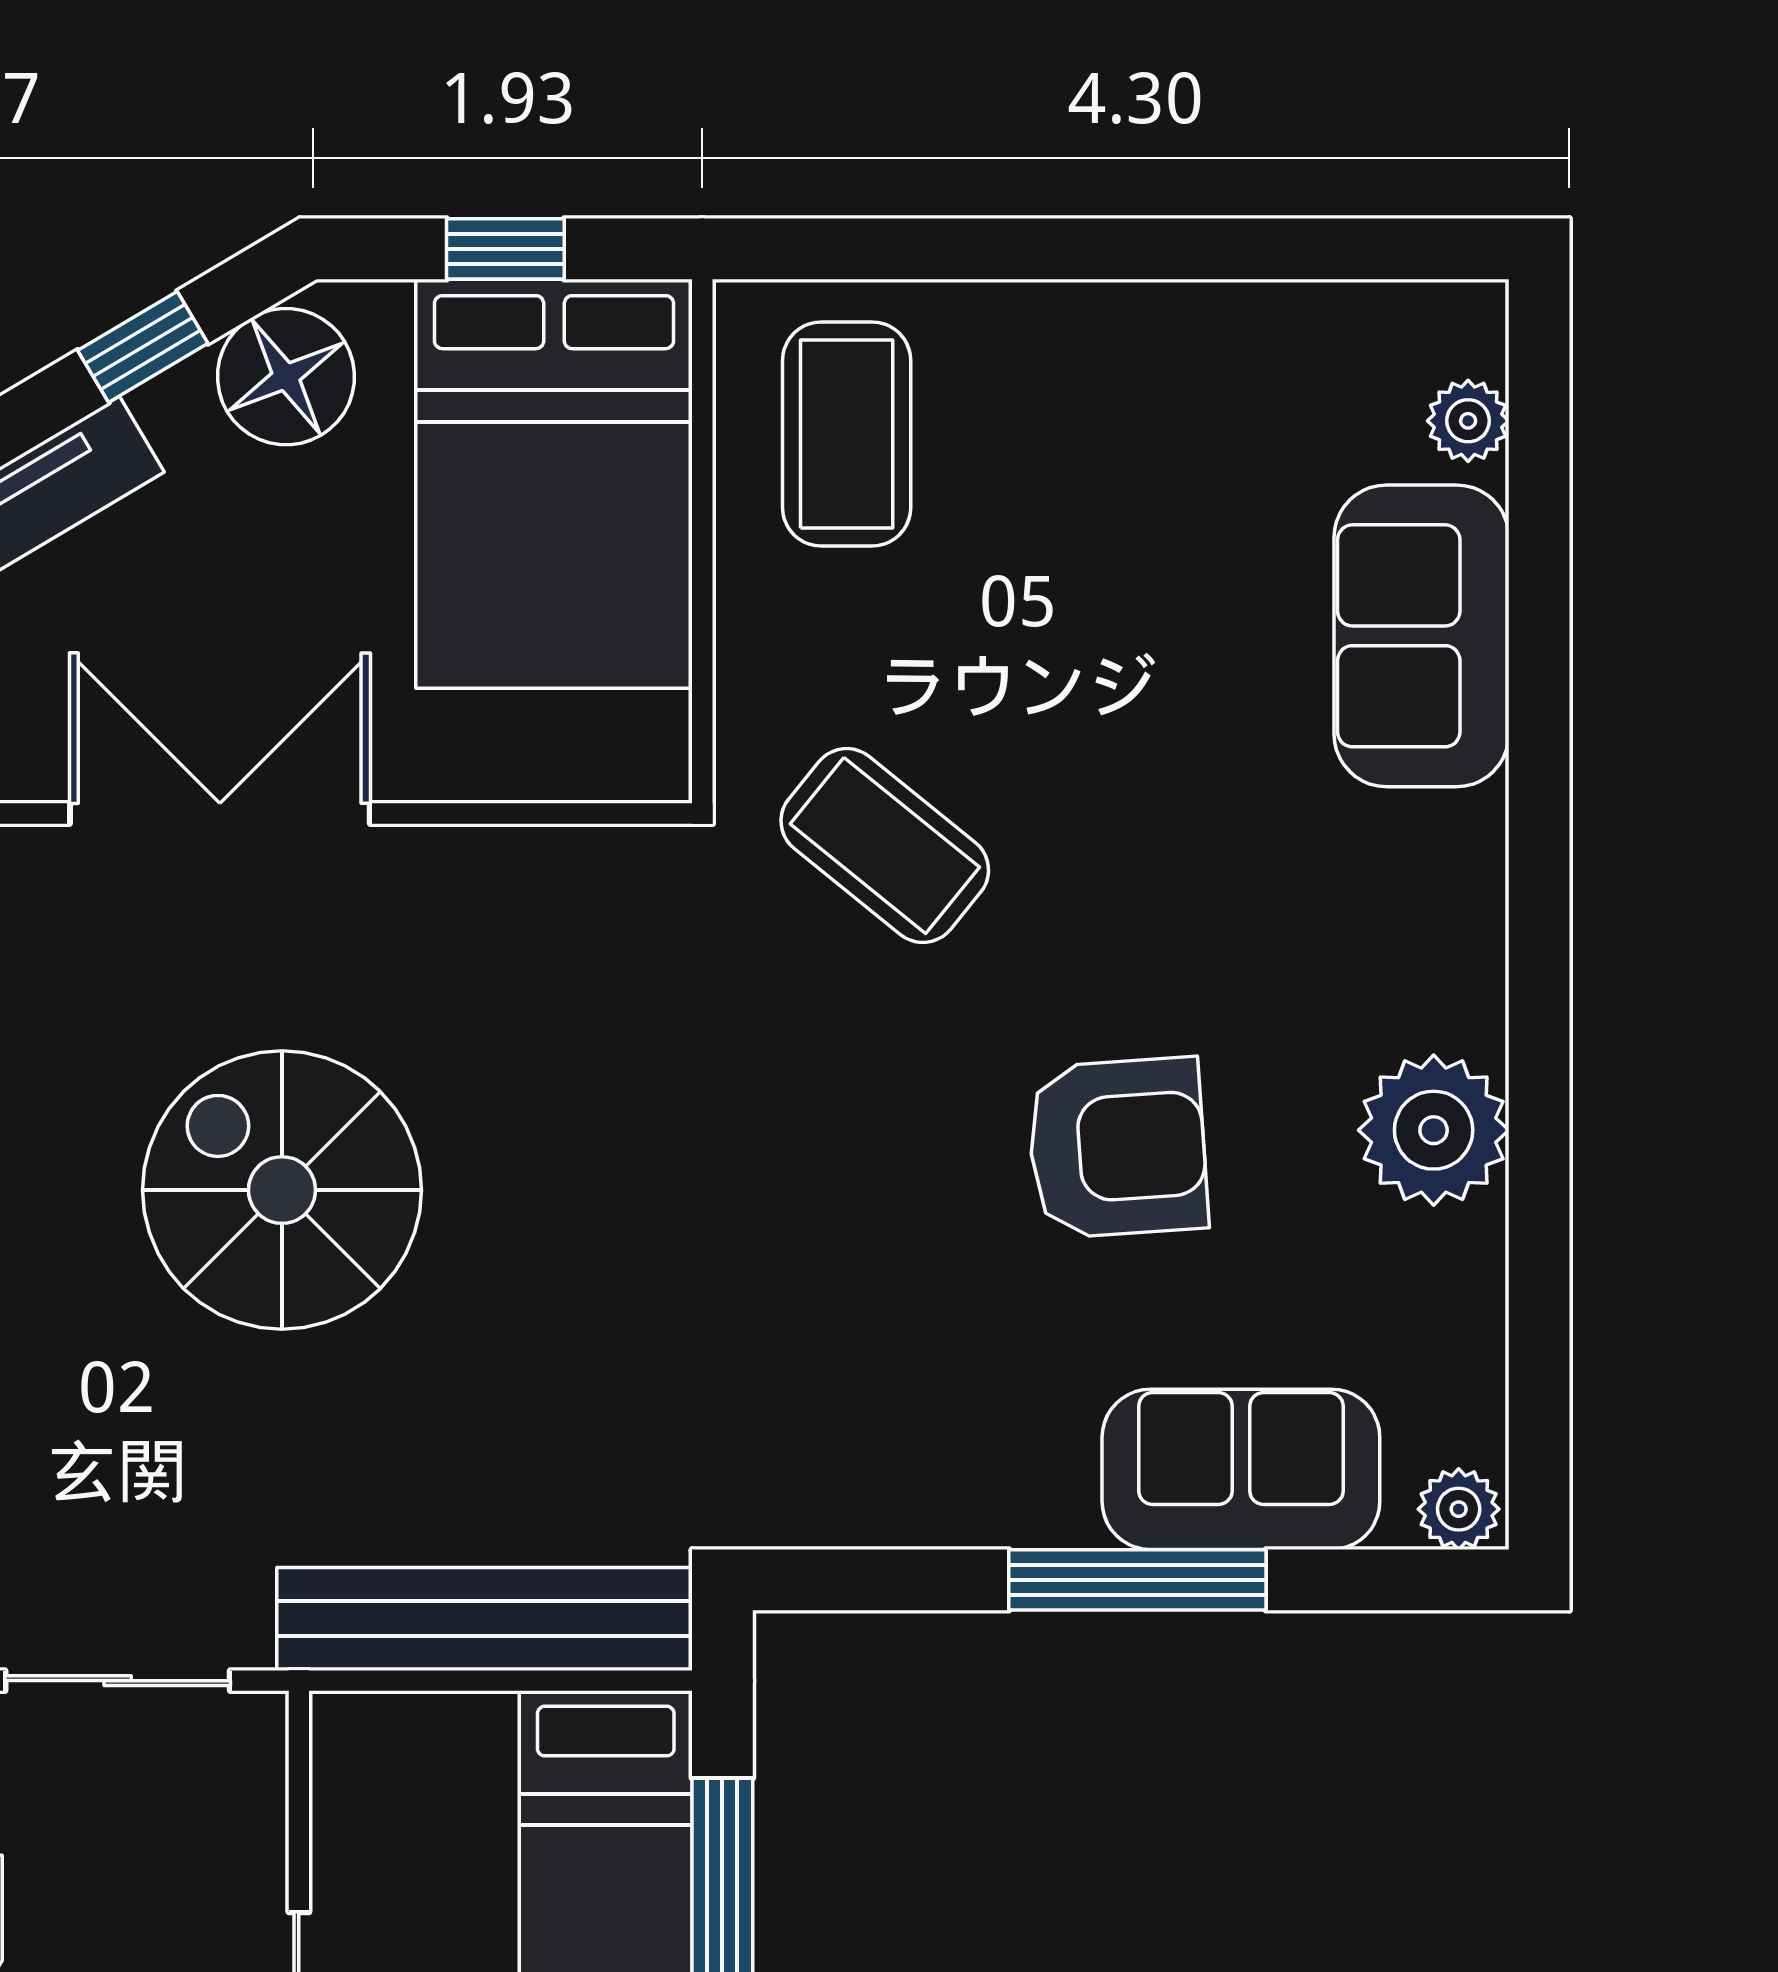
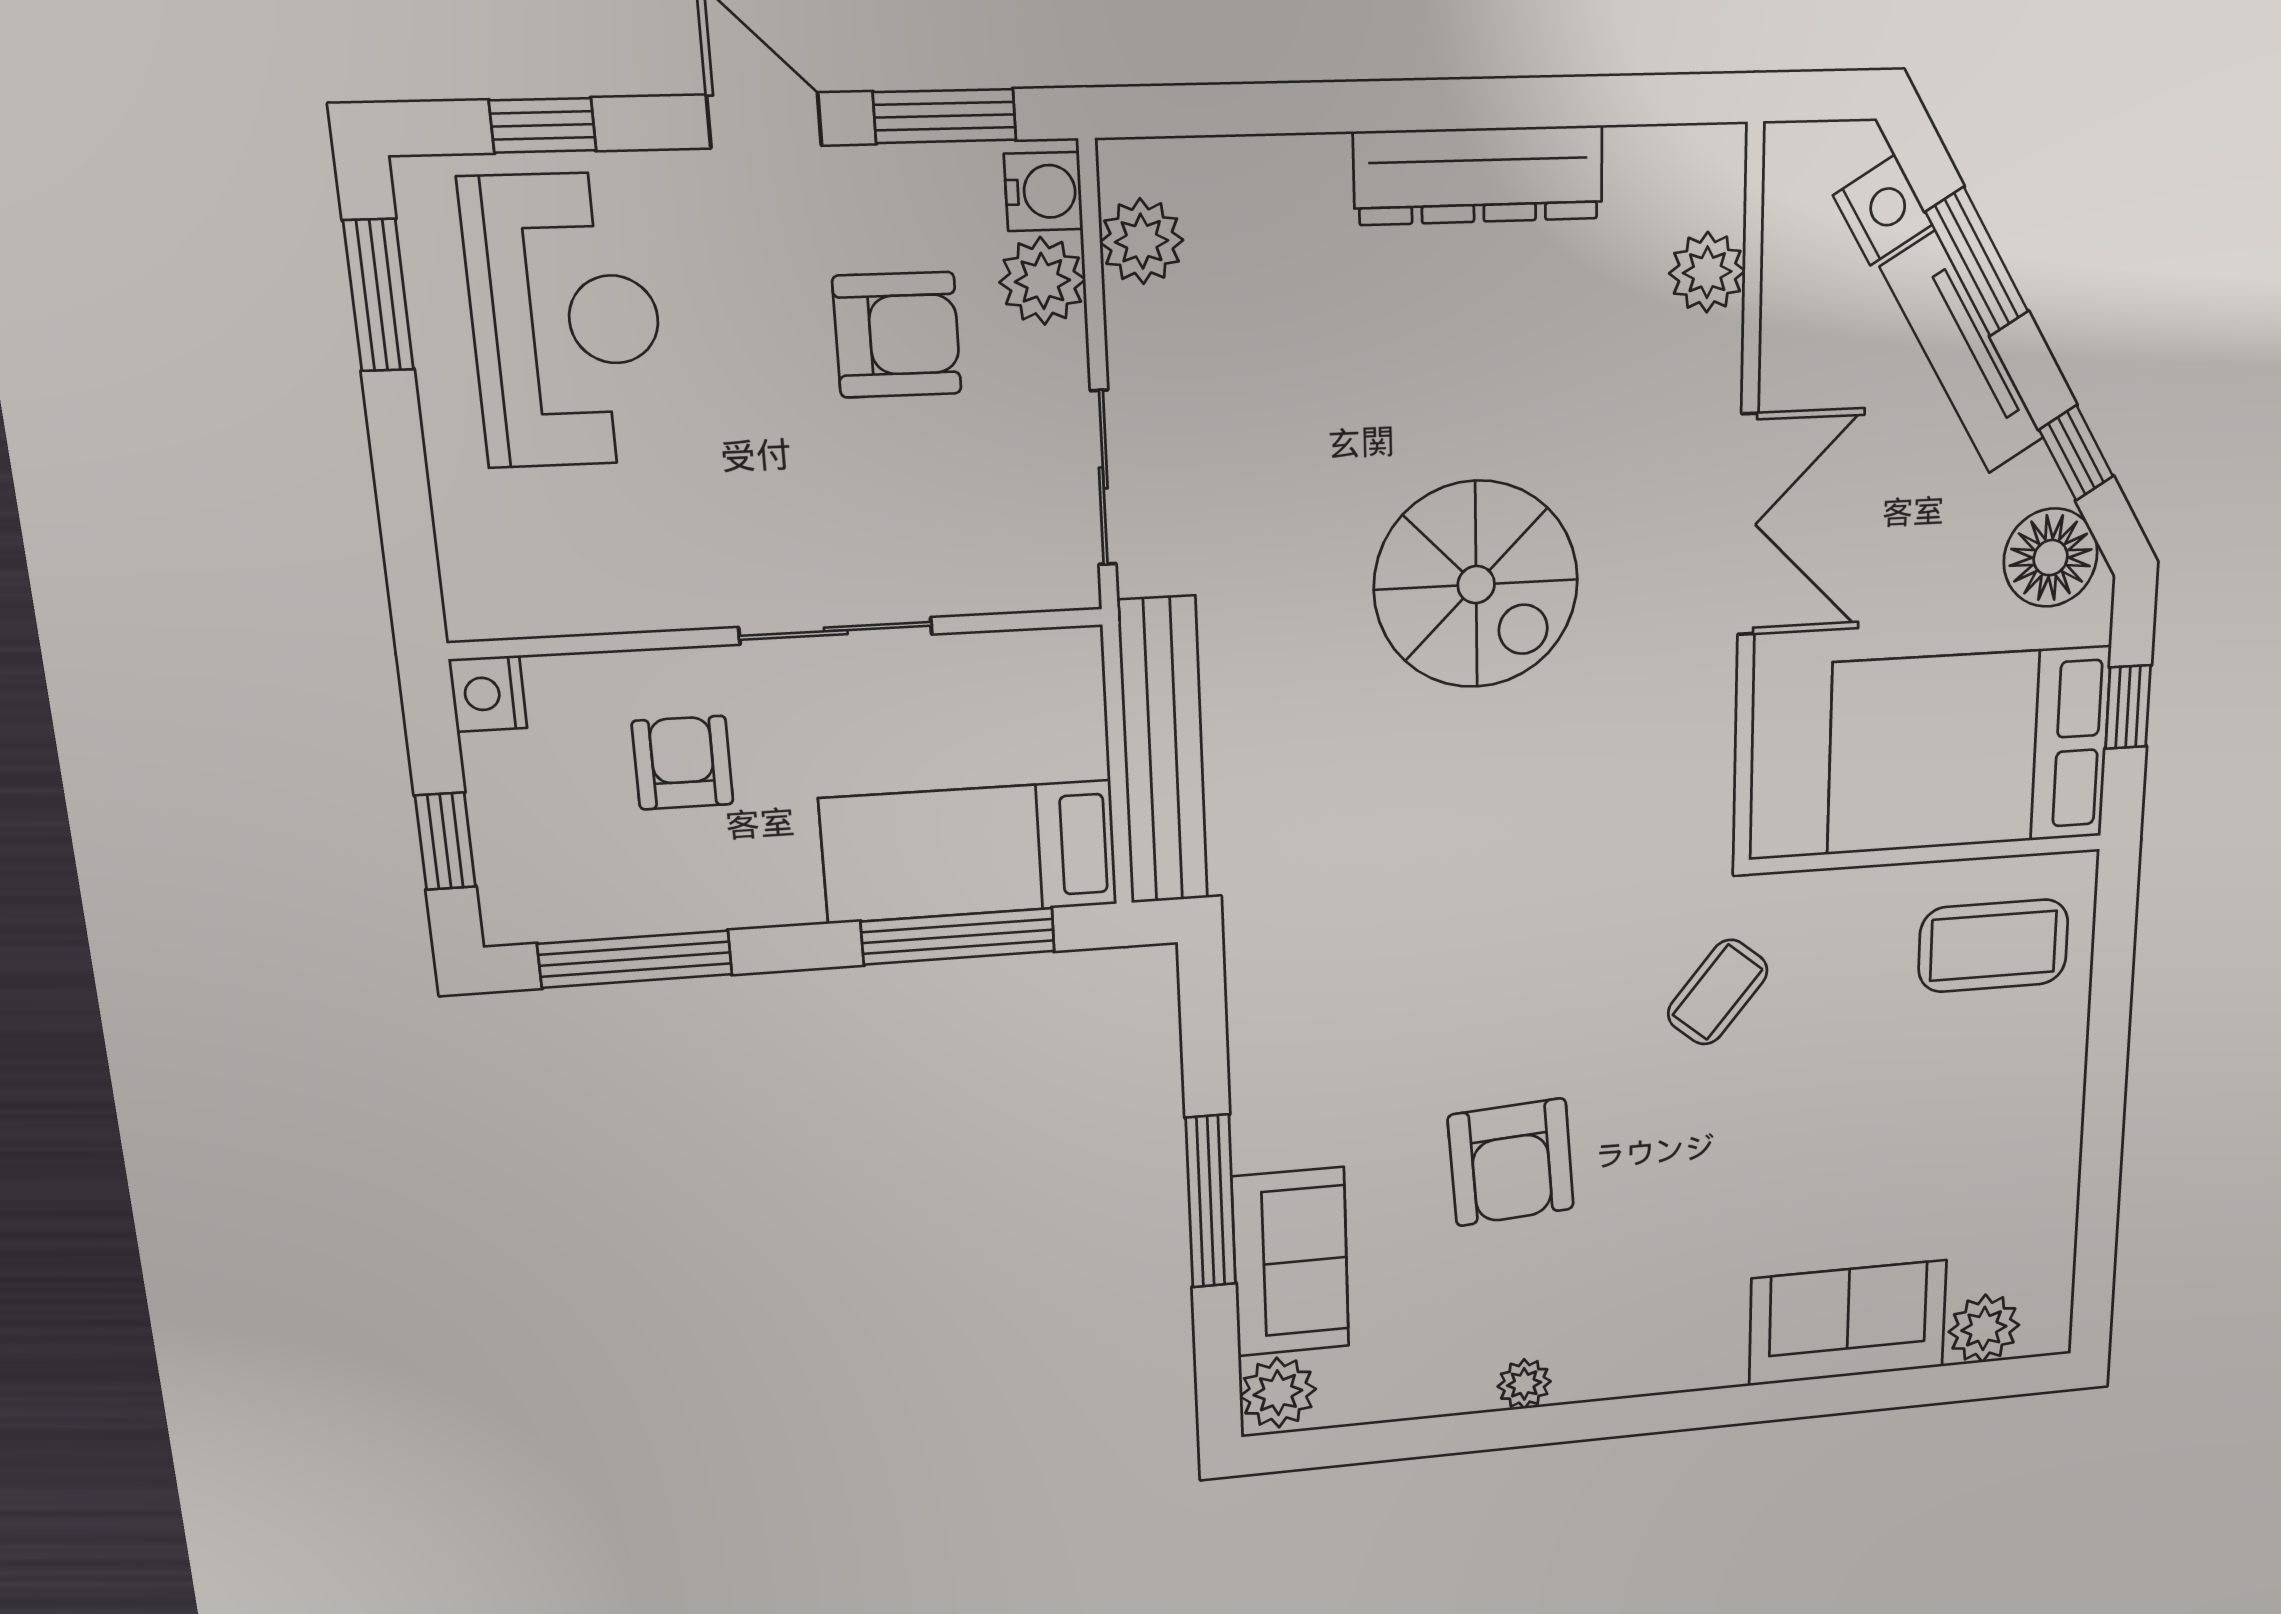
plant: (1468, 421) -> (1984, 1328), width x1.38, depth x1.38
coffee table: (885, 845) -> (1718, 992), width x0.73, depth x0.77
plant: (1434, 1130) -> (1524, 1384), width x0.53, depth x0.53
spiral stairs: (282, 1190) -> (1476, 585), turned 90
plant: (1459, 1509) -> (1278, 1393), width x1.38, depth x1.38

